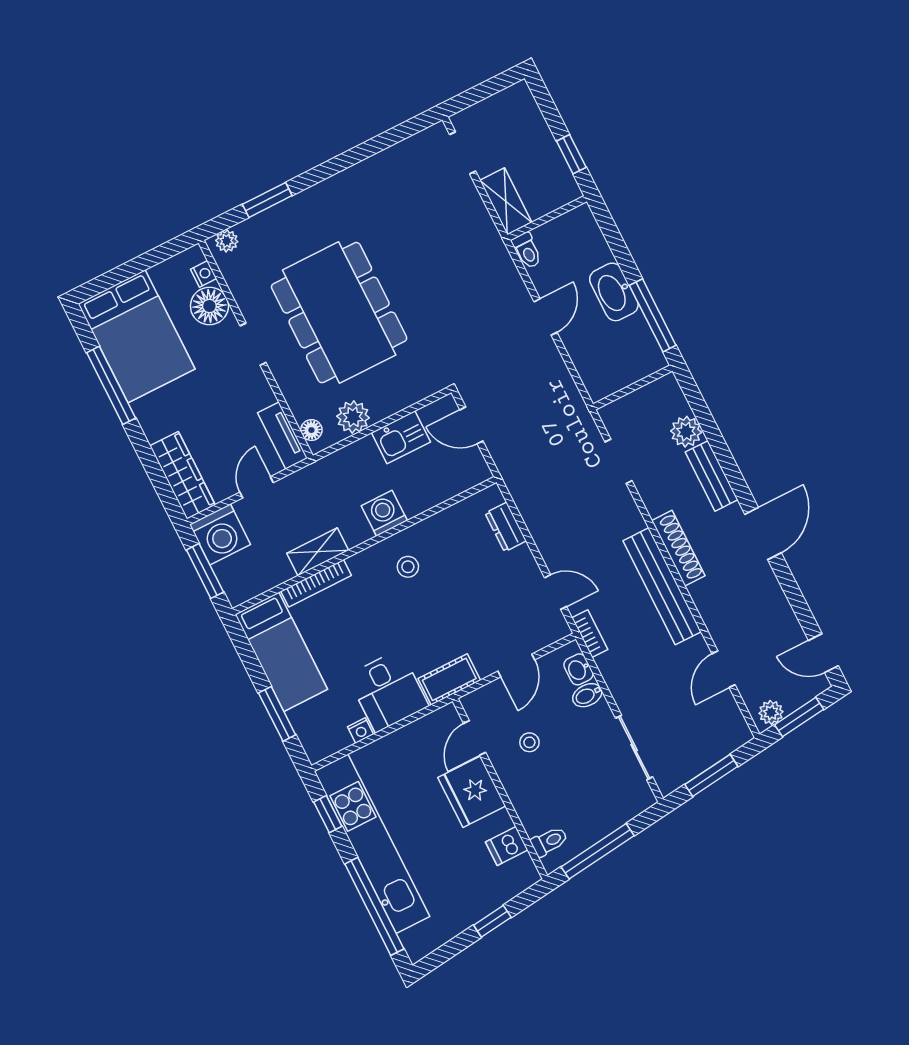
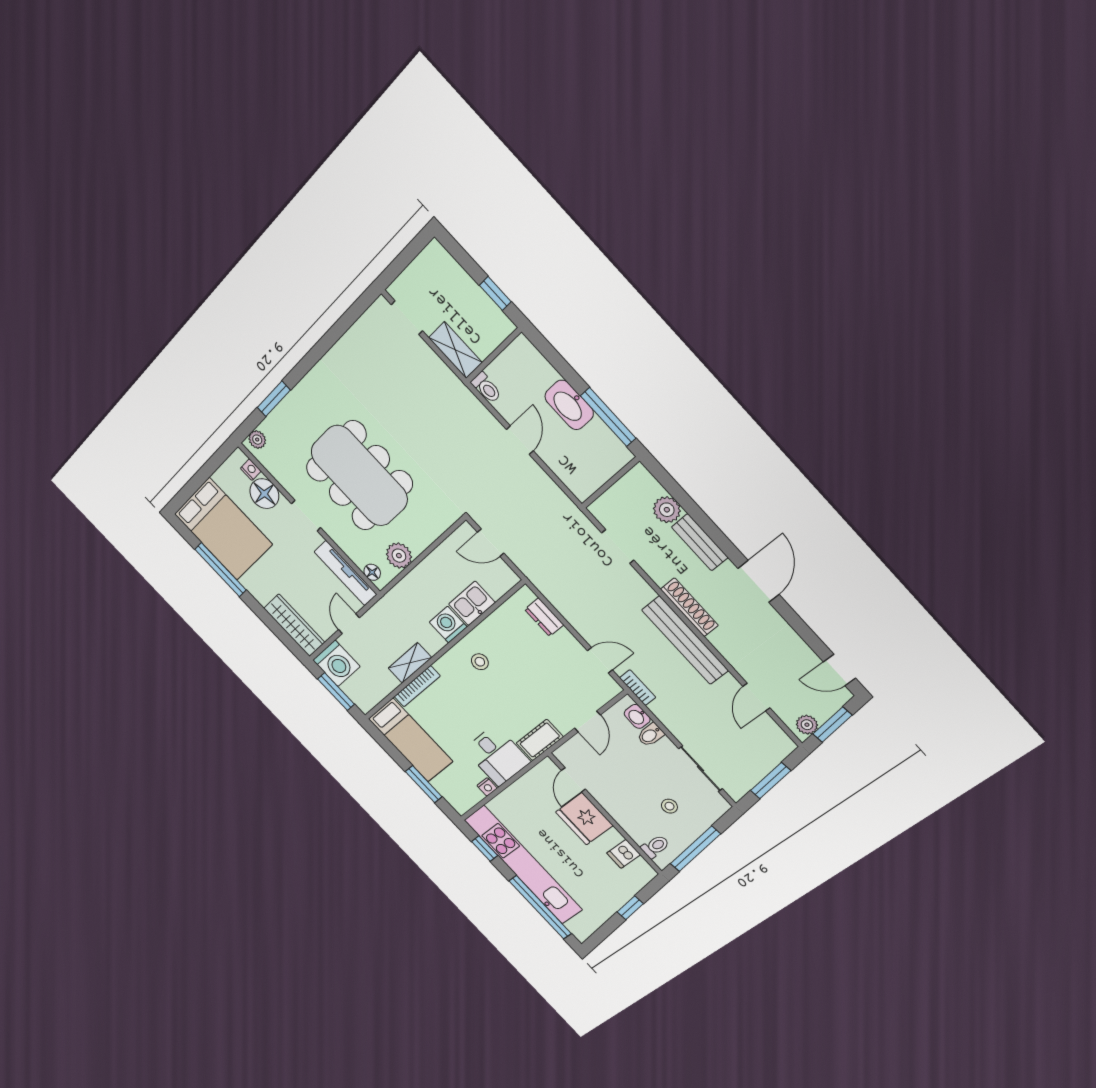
tv unit: (282, 436) -> (346, 573), width x1.41
kitchen sink: (401, 437) -> (472, 603), moved, turned 180
stool: (529, 742) -> (669, 806), moved

